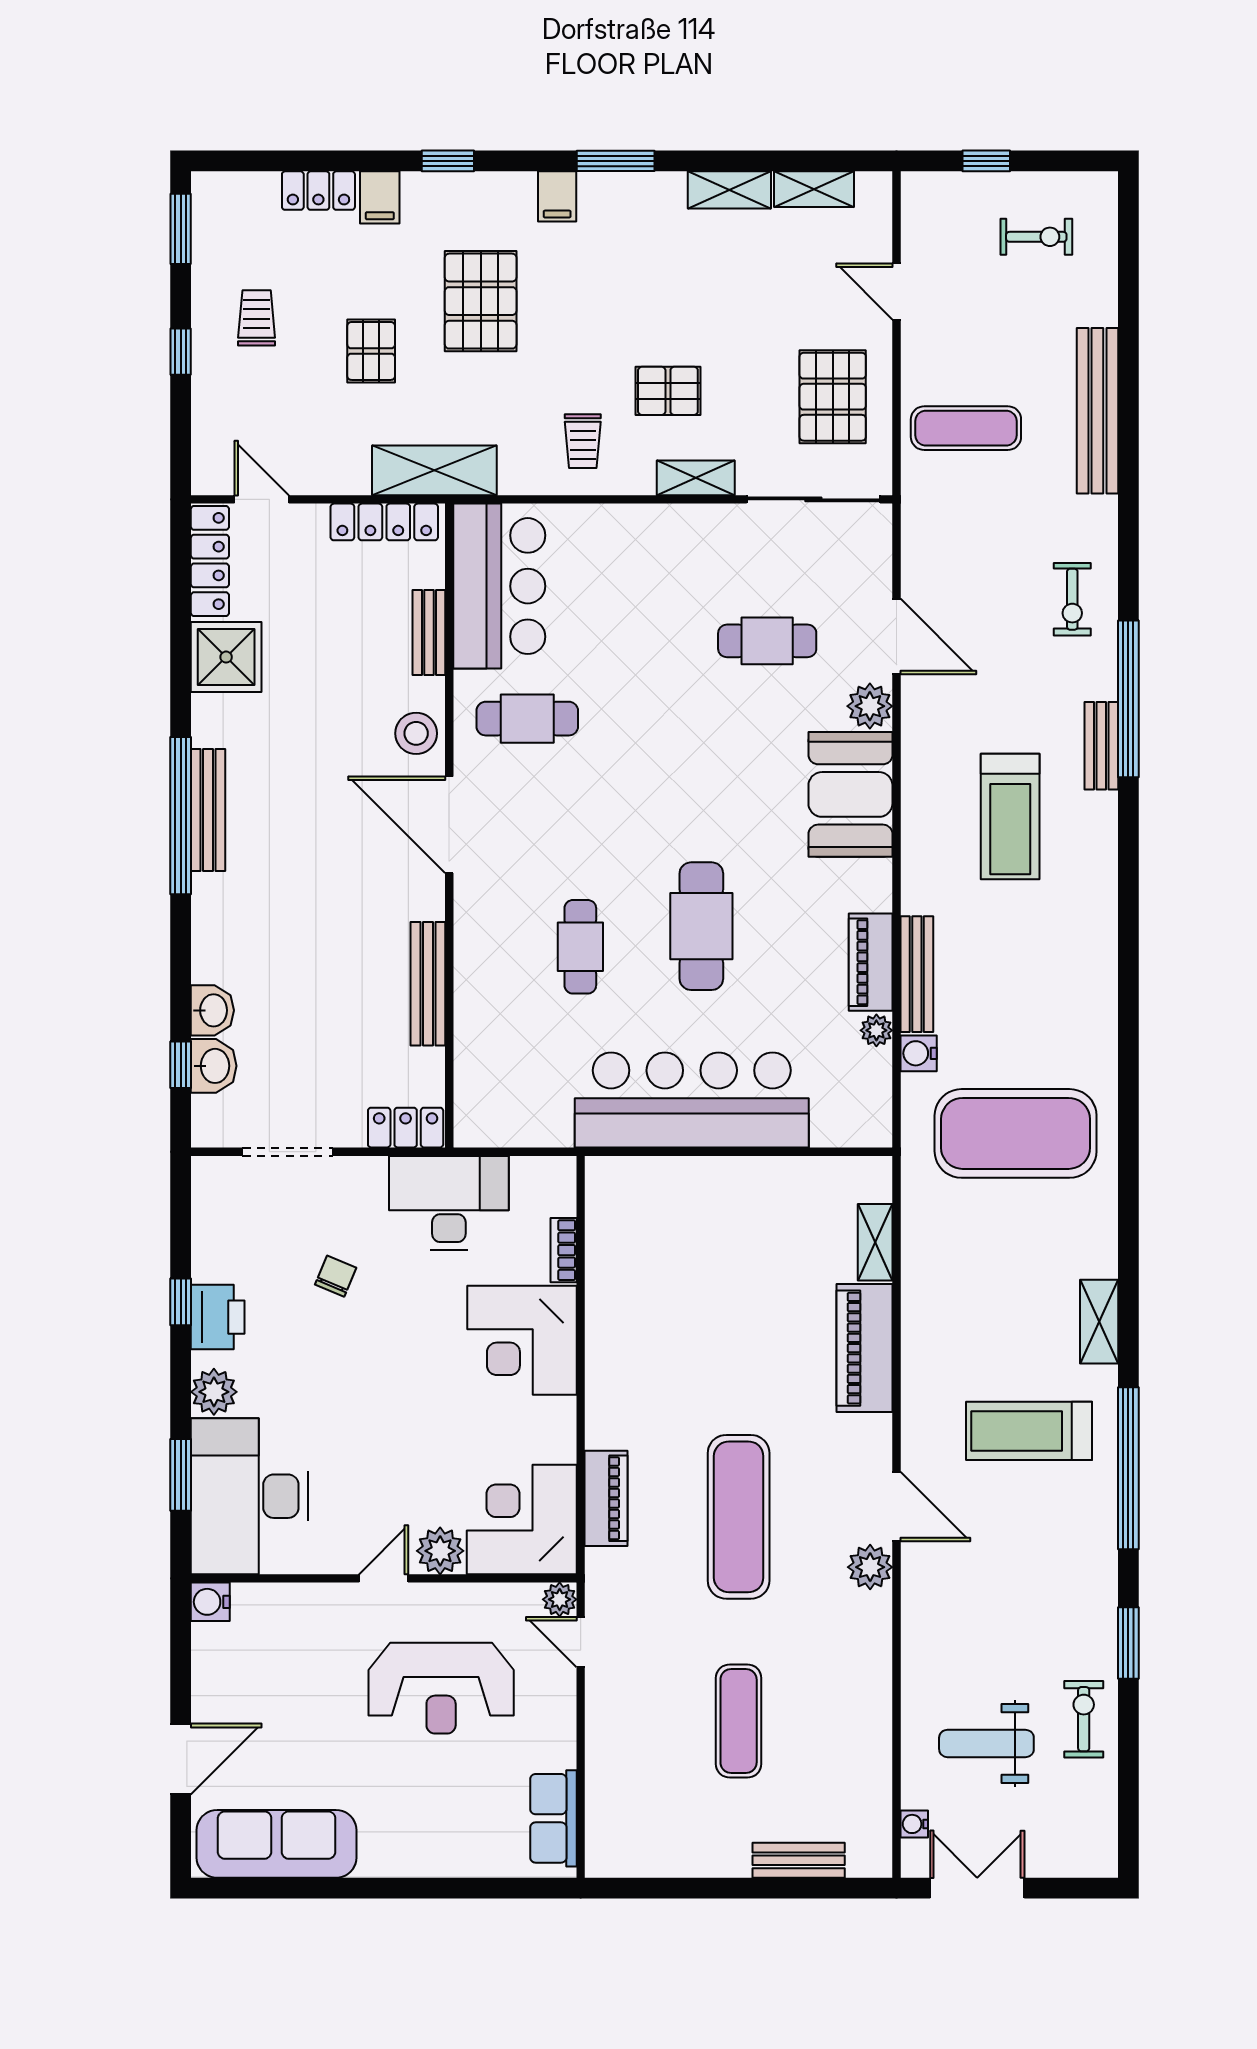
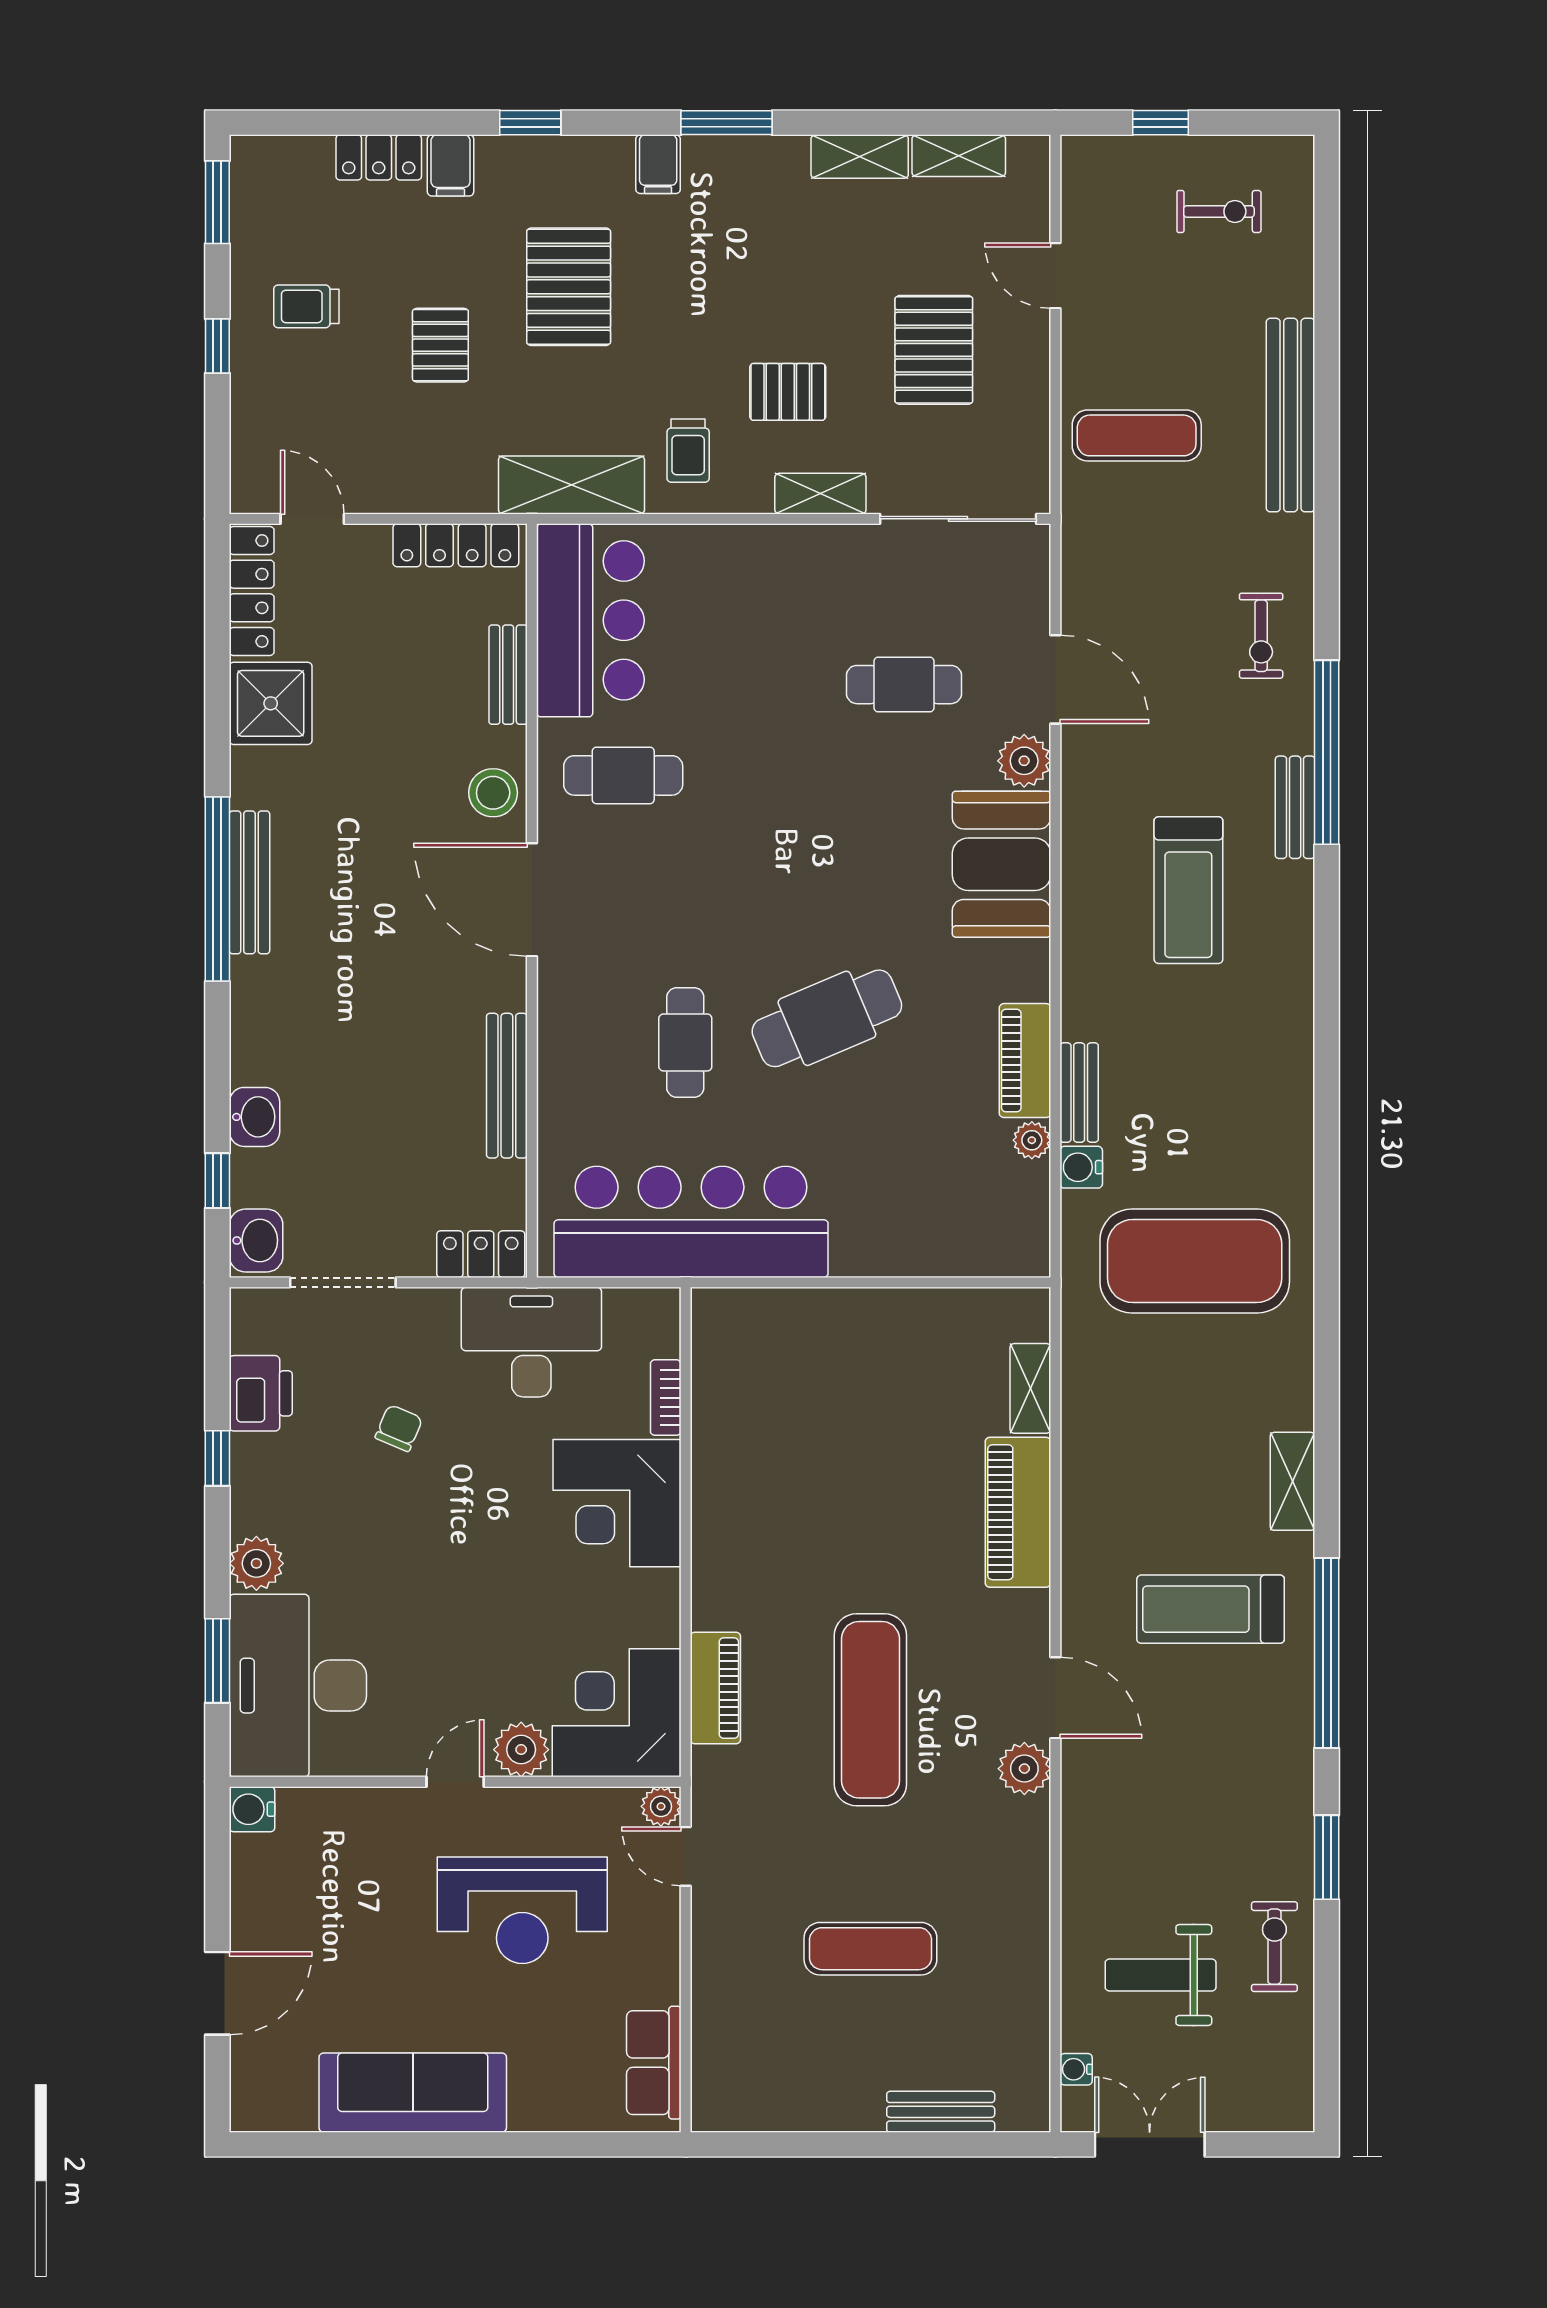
trolley: (257, 318) -> (306, 306), turned -90
pallet: (833, 397) -> (934, 350), moved
shelving: (434, 470) -> (571, 485), moved
cafe table: (701, 926) -> (827, 1018), turned 67
bench: (917, 974) -> (1079, 1093), width x0.73
washbasin: (214, 1066) -> (256, 1240), moved
bar counter: (692, 1100) -> (691, 1222), moved
printer: (218, 1317) -> (261, 1393), moved
exercise mat: (739, 1721) -> (870, 1949), turned 90
sofa: (277, 1844) -> (413, 2093), moved

